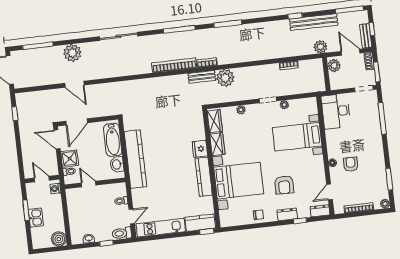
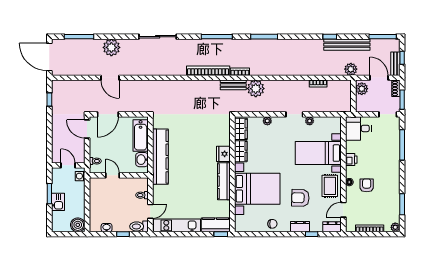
desk: (336, 111) -> (358, 128), width x0.73
printer: (332, 139) -> (351, 160), added
shower: (70, 159) -> (97, 149), removed
rug: (313, 169) -> (330, 186), added
armchair: (284, 185) -> (300, 198), turned 92

